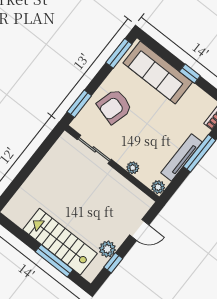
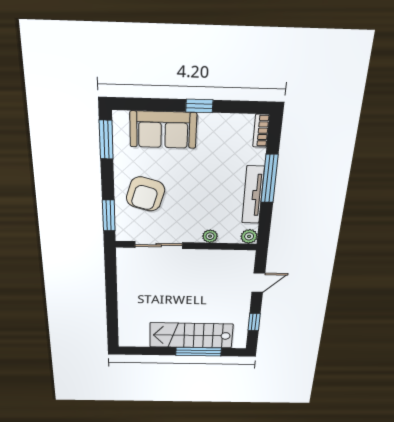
sofa: (158, 72) -> (163, 130), width x0.73
plant: (107, 249) -> (240, 315), removed

